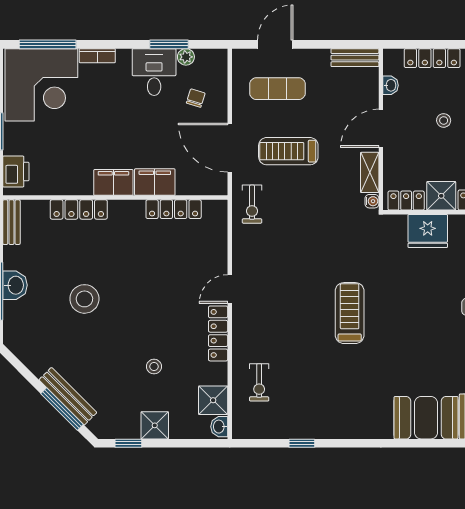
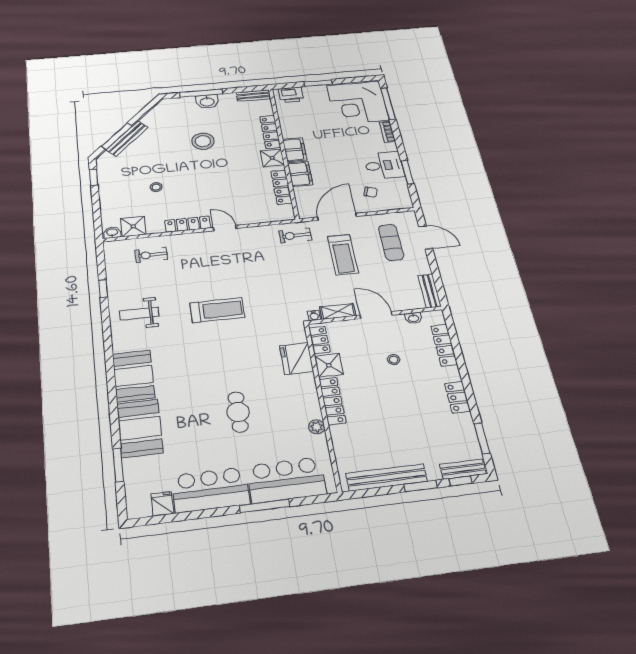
plant: (186, 57) -> (401, 183), removed
treadmill: (288, 151) -> (343, 255), turned 180
weight bench: (343, 404) -> (139, 314), added
shower: (155, 425) -> (272, 158), moved

